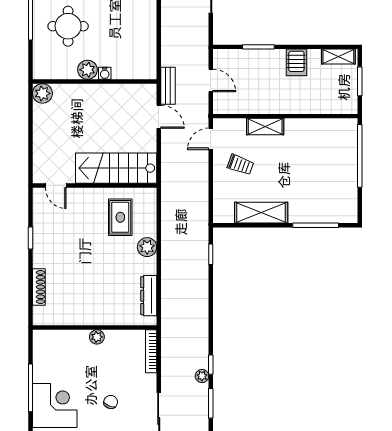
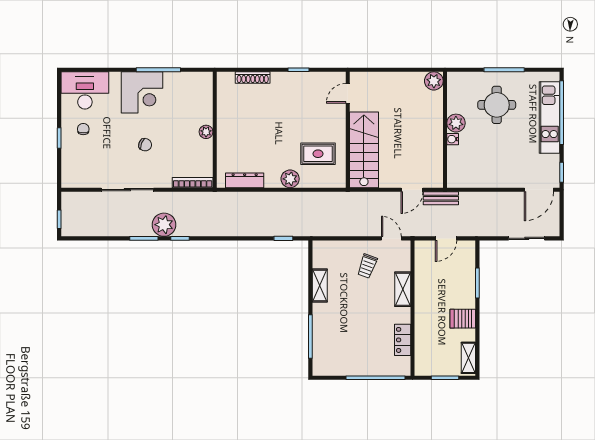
locker: (319, 127) -> (403, 340), added
shelving: (261, 213) -> (320, 285), width x0.67, depth x0.75
plant: (202, 376) -> (164, 225), width x1.88, depth x1.88

